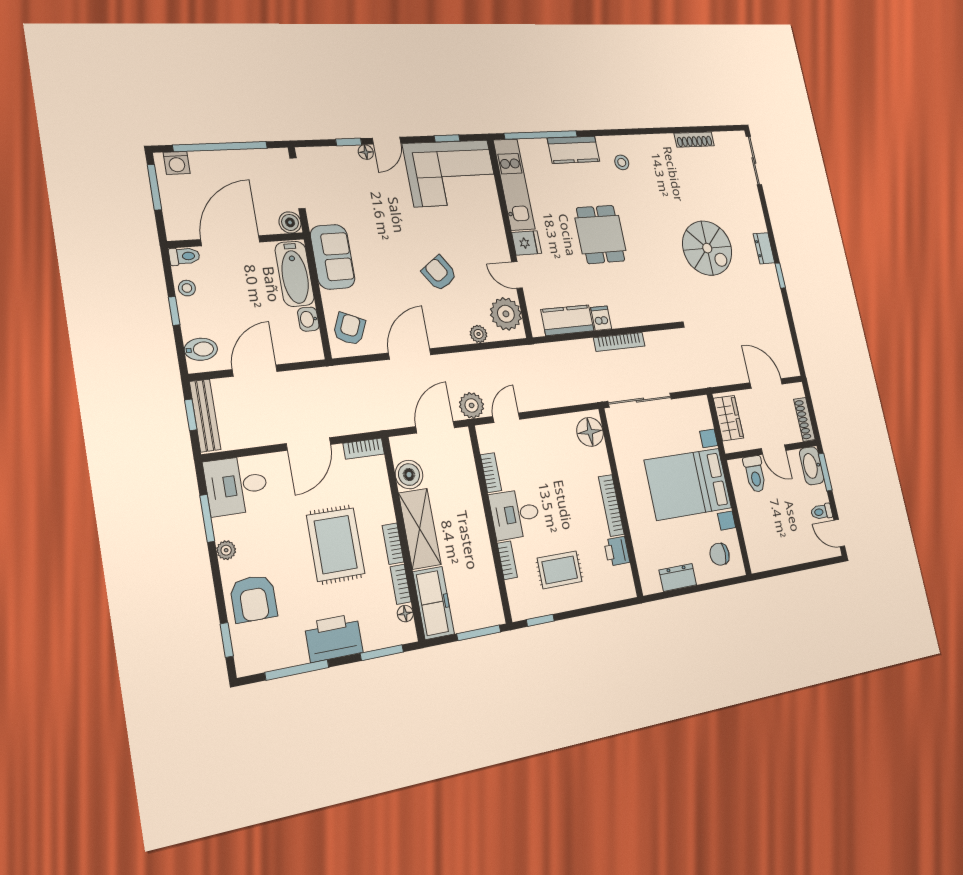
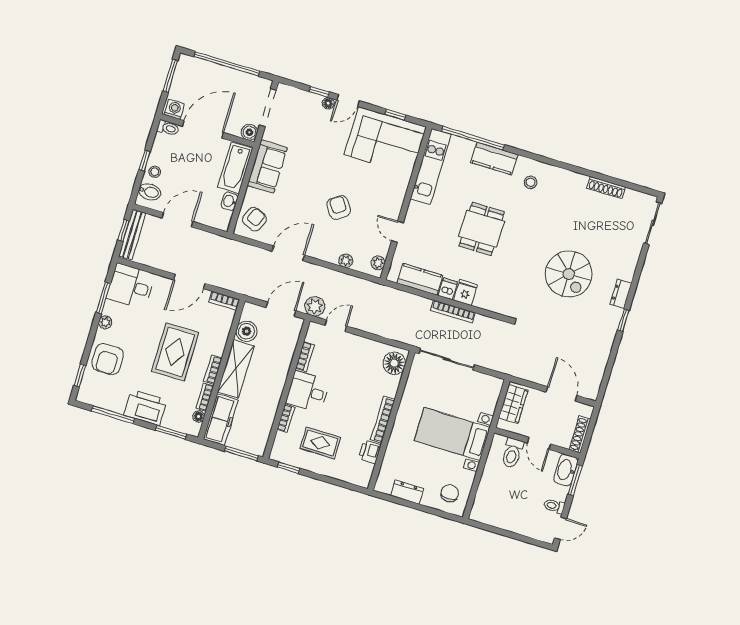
washing machine: (177, 163) -> (174, 109), moved, turned 180
fridge: (527, 243) -> (465, 292), moved, turned -90
stool: (187, 288) -> (155, 172), moved
plant: (506, 314) -> (378, 263), width x0.53, depth x0.53
bed with nightstands: (688, 484) -> (452, 434), width x0.73
door: (839, 533) -> (561, 528), swing flipped
chair: (720, 554) -> (450, 493), turned 90

